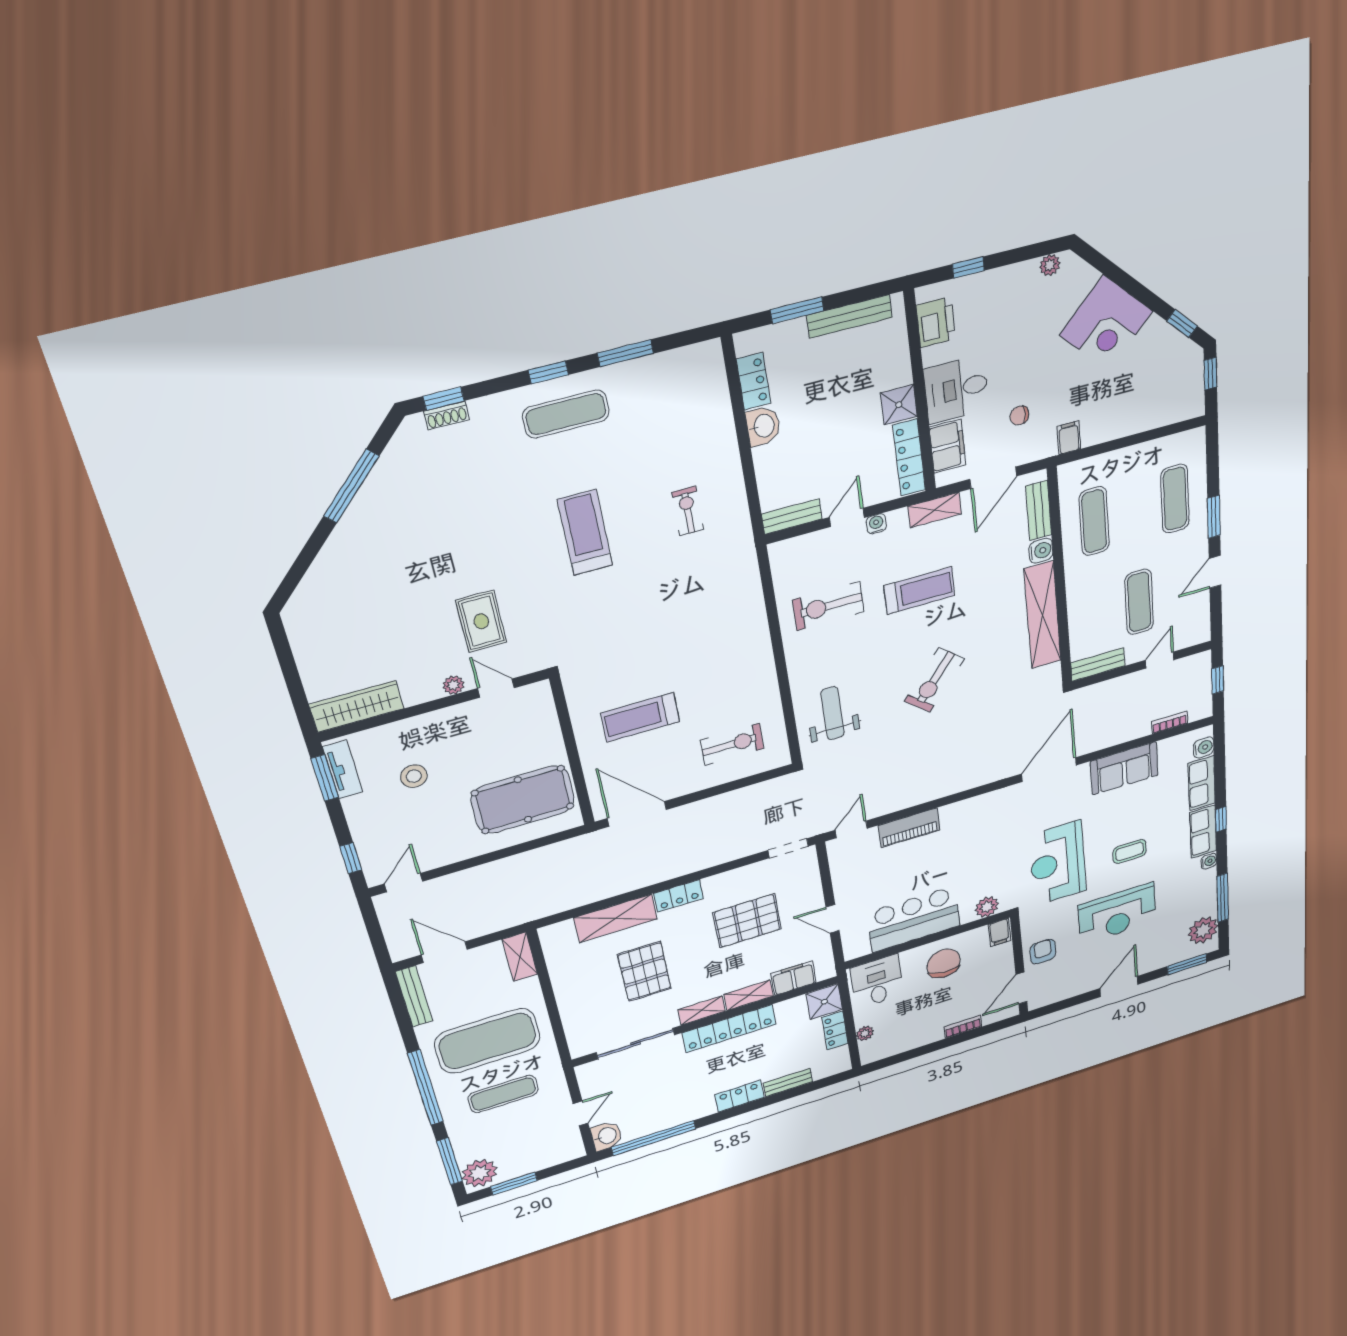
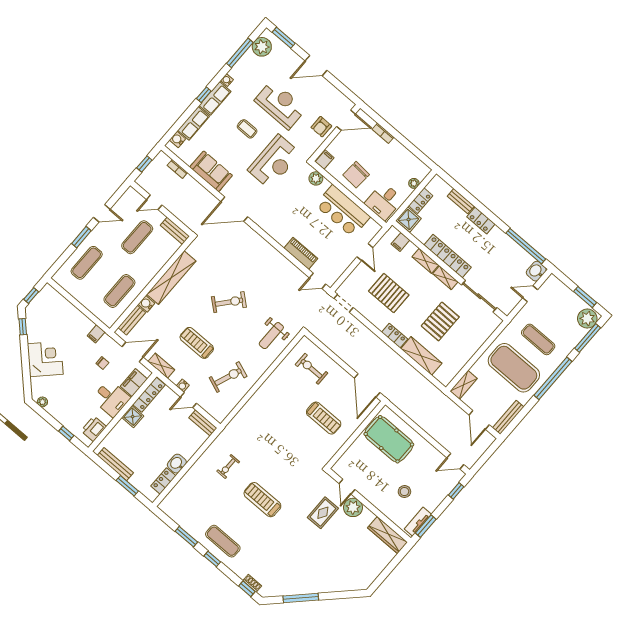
treadmill: (585, 533) -> (262, 500), turned 90
exercise bike: (828, 606) -> (228, 377), turned -69
plant: (453, 685) -> (353, 507), width x1.87, depth x1.87
filing cabinet: (793, 978) -> (400, 242), width x0.50

